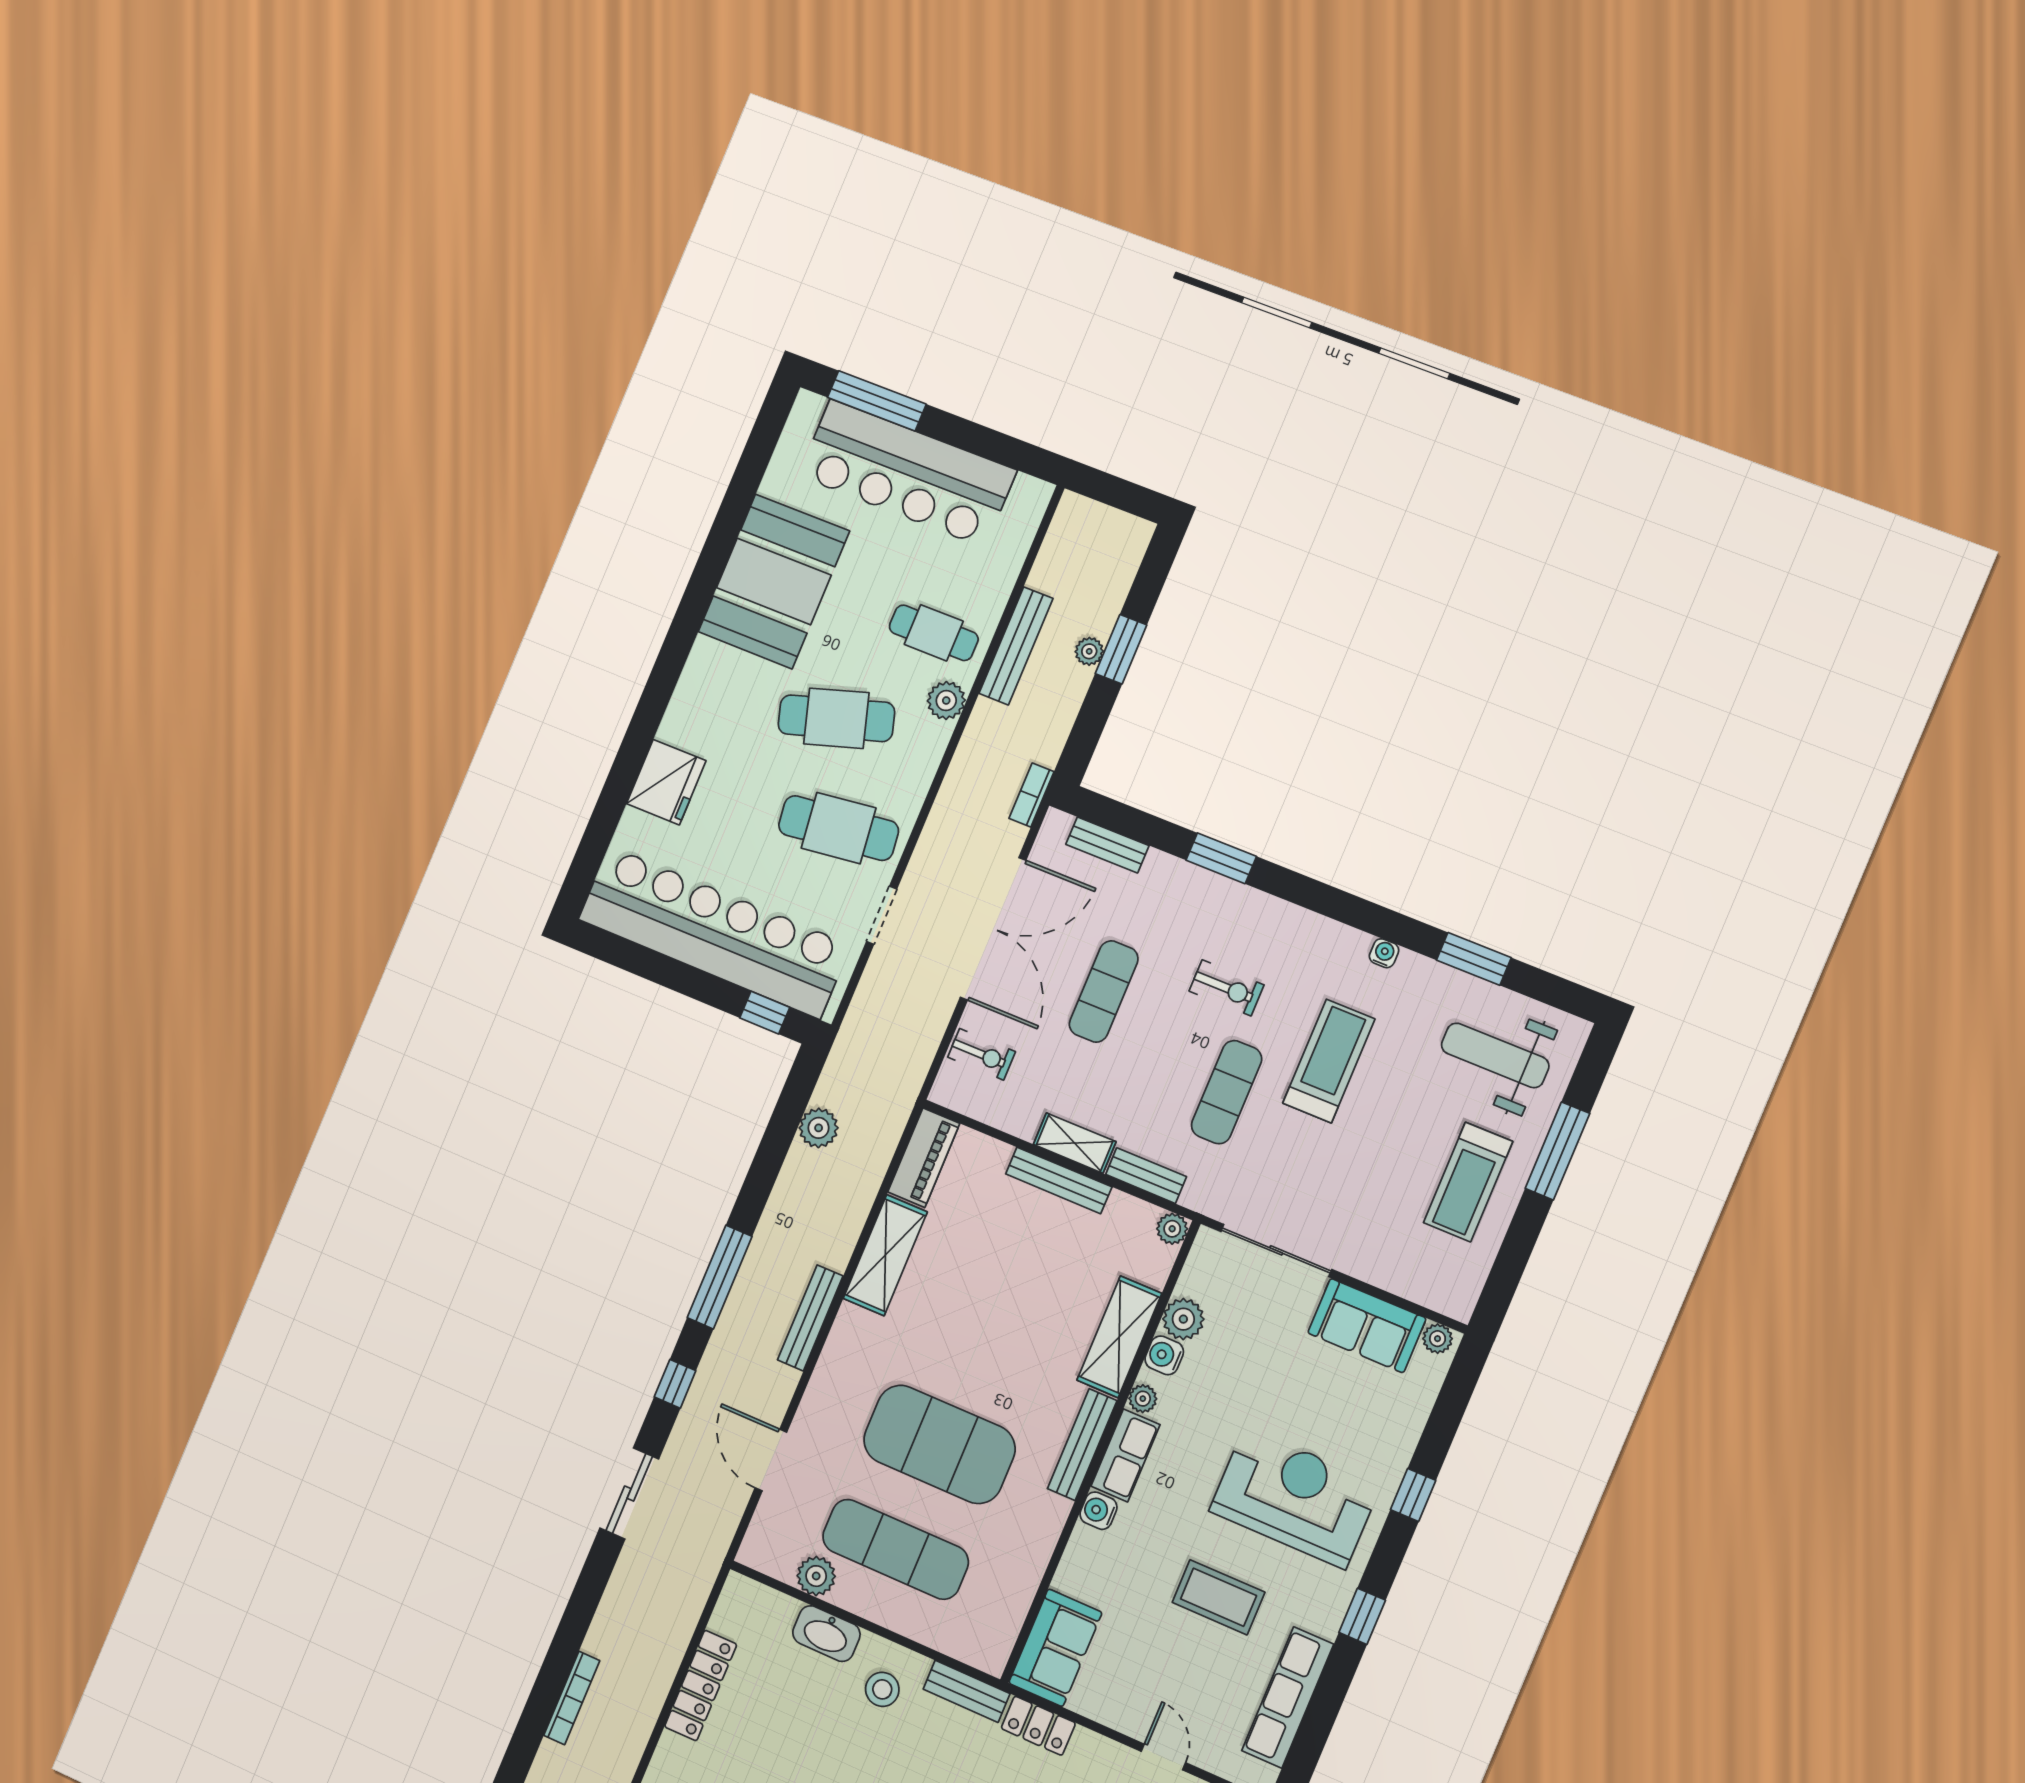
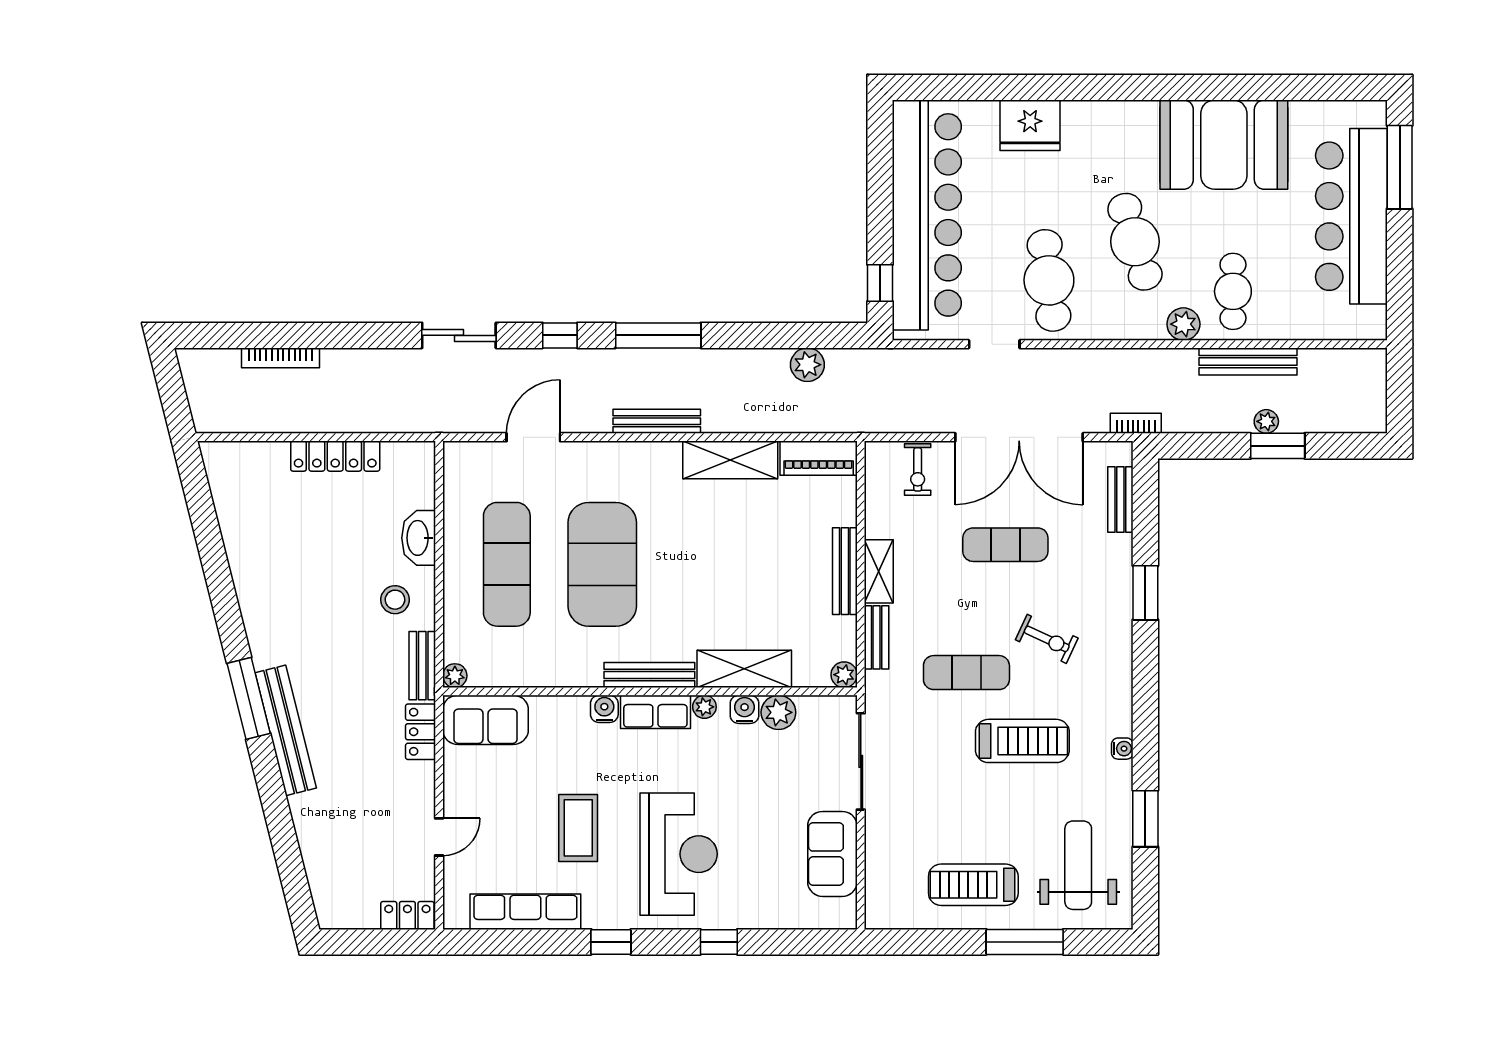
exercise bike: (1227, 988) -> (1047, 639), turned -65
plant: (1438, 1339) -> (845, 911), removed
plant: (816, 1576) -> (455, 676), moved, width x0.73, depth x0.73

